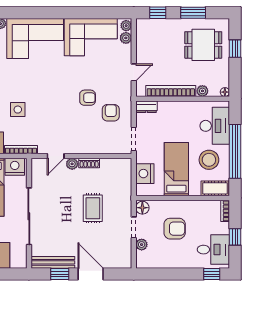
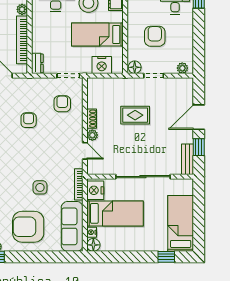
armchair: (111, 113) -> (62, 104), moved, turned 90
plant: (142, 245) -> (182, 68), moved
bench: (53, 262) -> (187, 159), width x0.73

